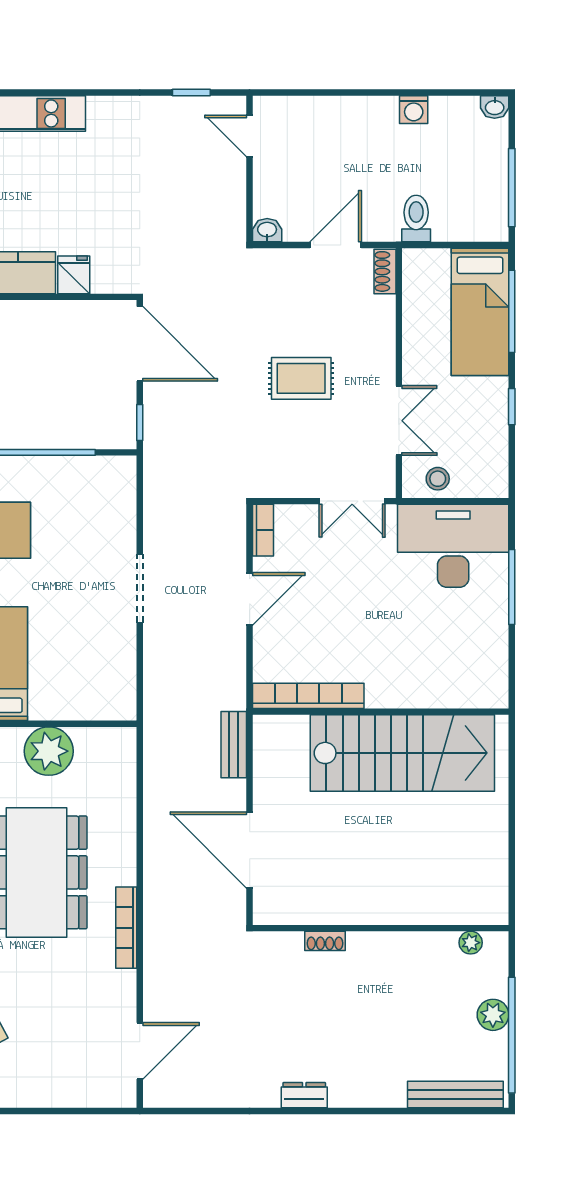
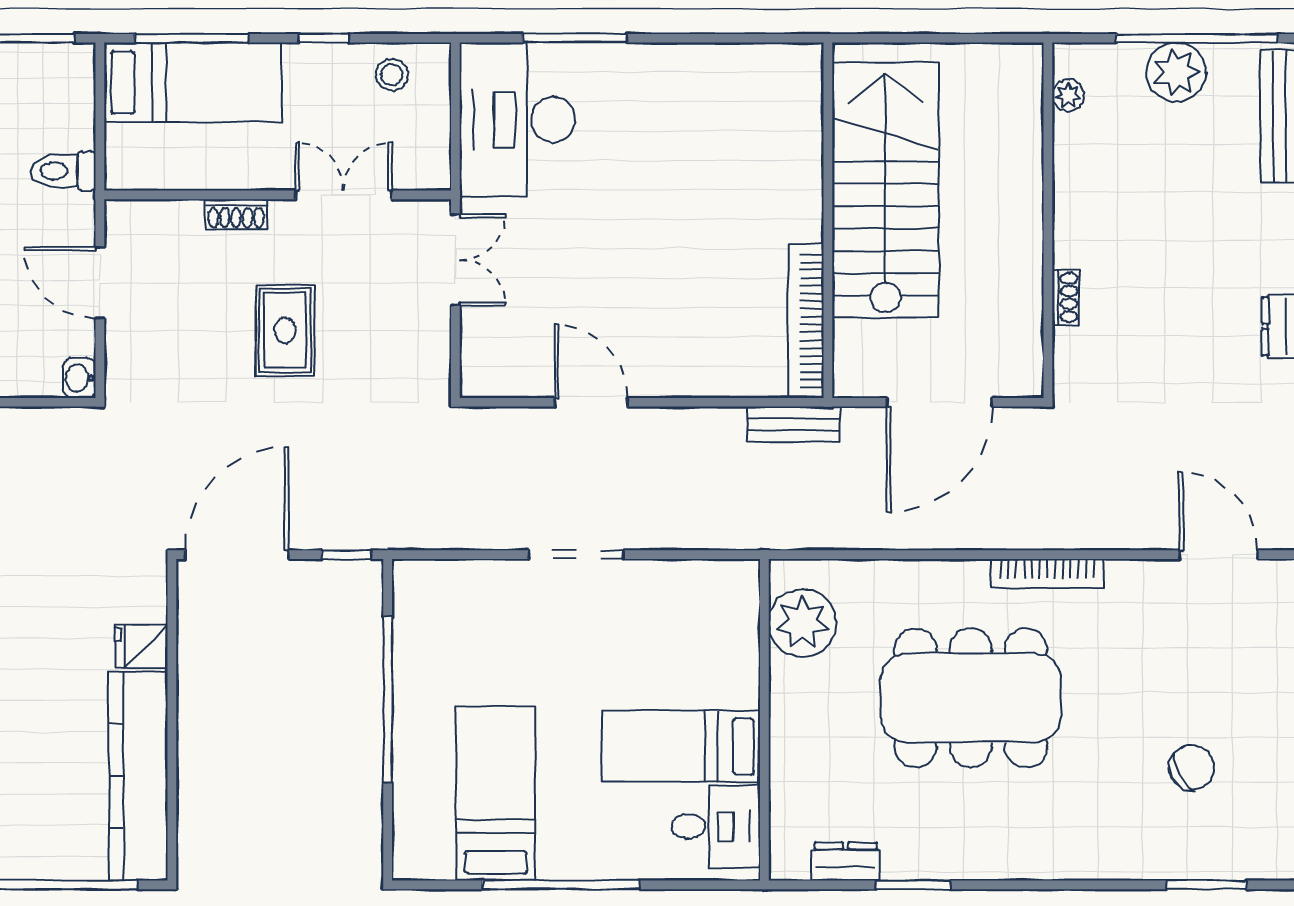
shoe rack: (385, 271) -> (236, 214), moved
stool: (438, 479) -> (392, 75), moved
bookcase: (263, 530) -> (496, 384), removed
bookcase: (308, 696) -> (806, 321), moved
wall: (381, 712) -> (828, 220), moved
plant: (49, 751) -> (802, 623), moved
stairs: (402, 753) -> (885, 190), moved
plant: (493, 1015) -> (1176, 72), width x1.36, depth x1.36

